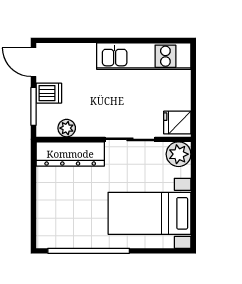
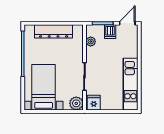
dresser: (70, 154) -> (54, 31), moved, turned -90

